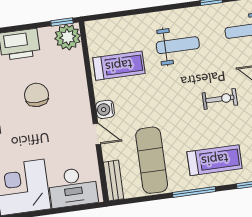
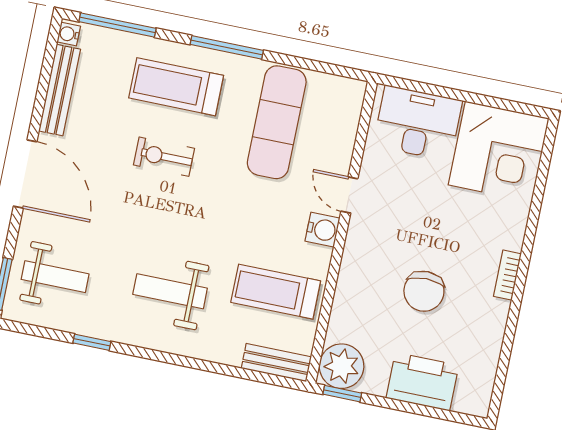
exercise bike: (220, 99) -> (164, 157), moved
bench: (113, 180) -> (276, 363), moved, turned 90

